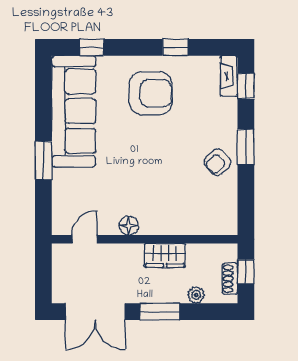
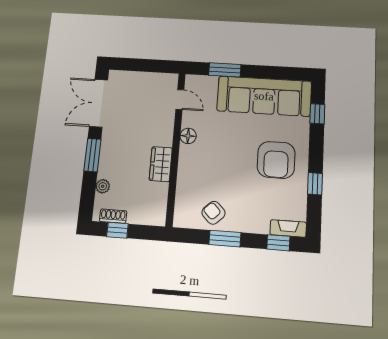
floor lamp: (129, 226) -> (188, 136), moved
door: (84, 239) -> (180, 99), moved
wall: (145, 239) -> (176, 148), moved
wardrobe: (165, 255) -> (161, 164), moved

